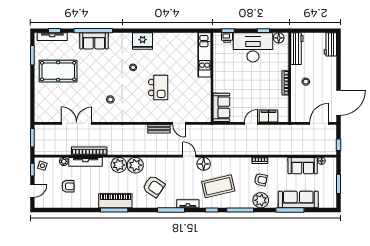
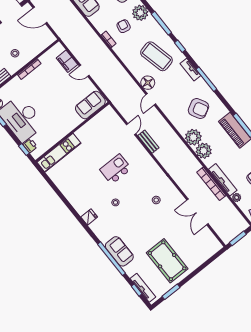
fridge: (143, 41) -> (89, 217), width x0.53, depth x0.75
armchair: (154, 186) -> (198, 108), turned 118

